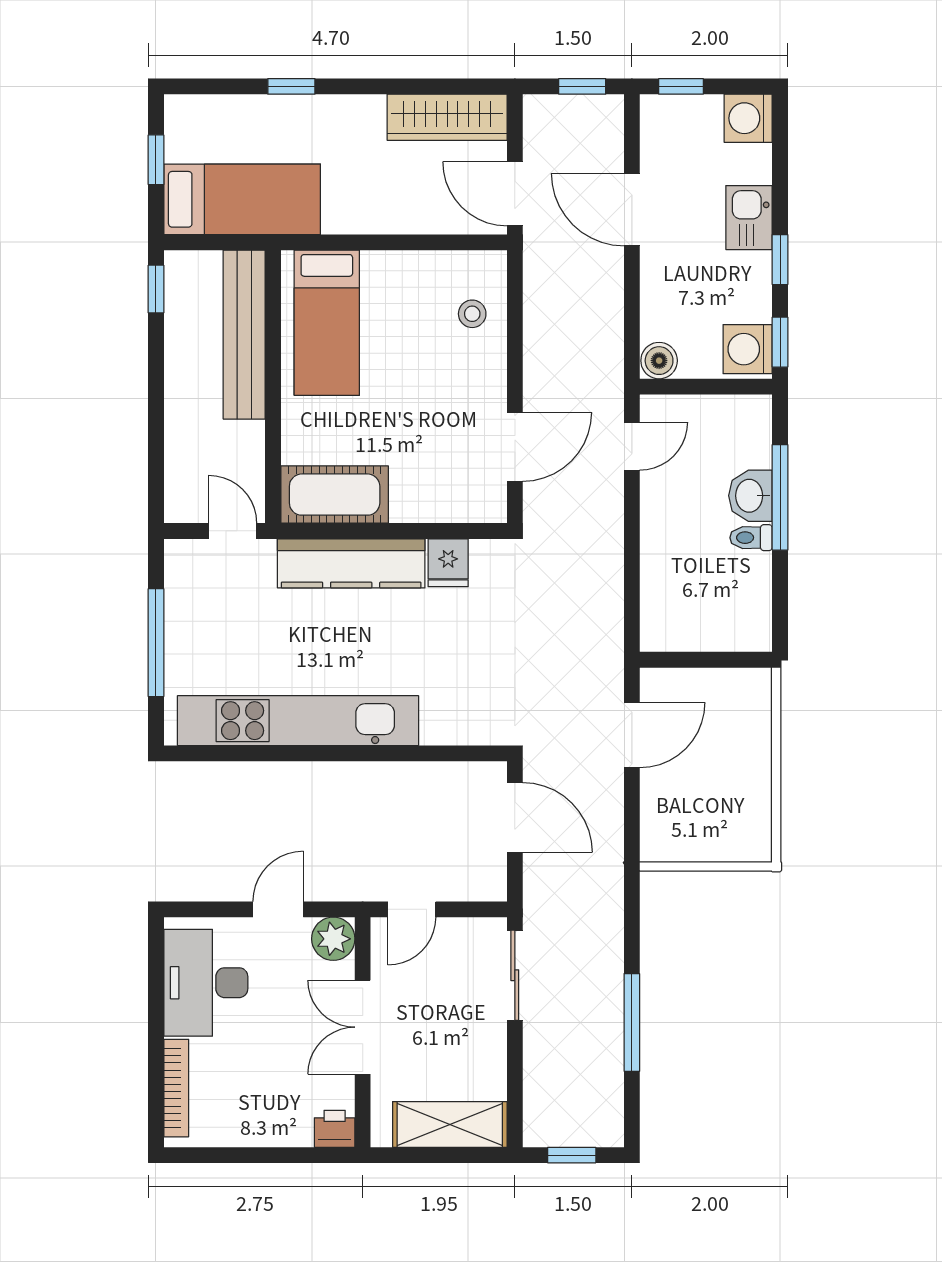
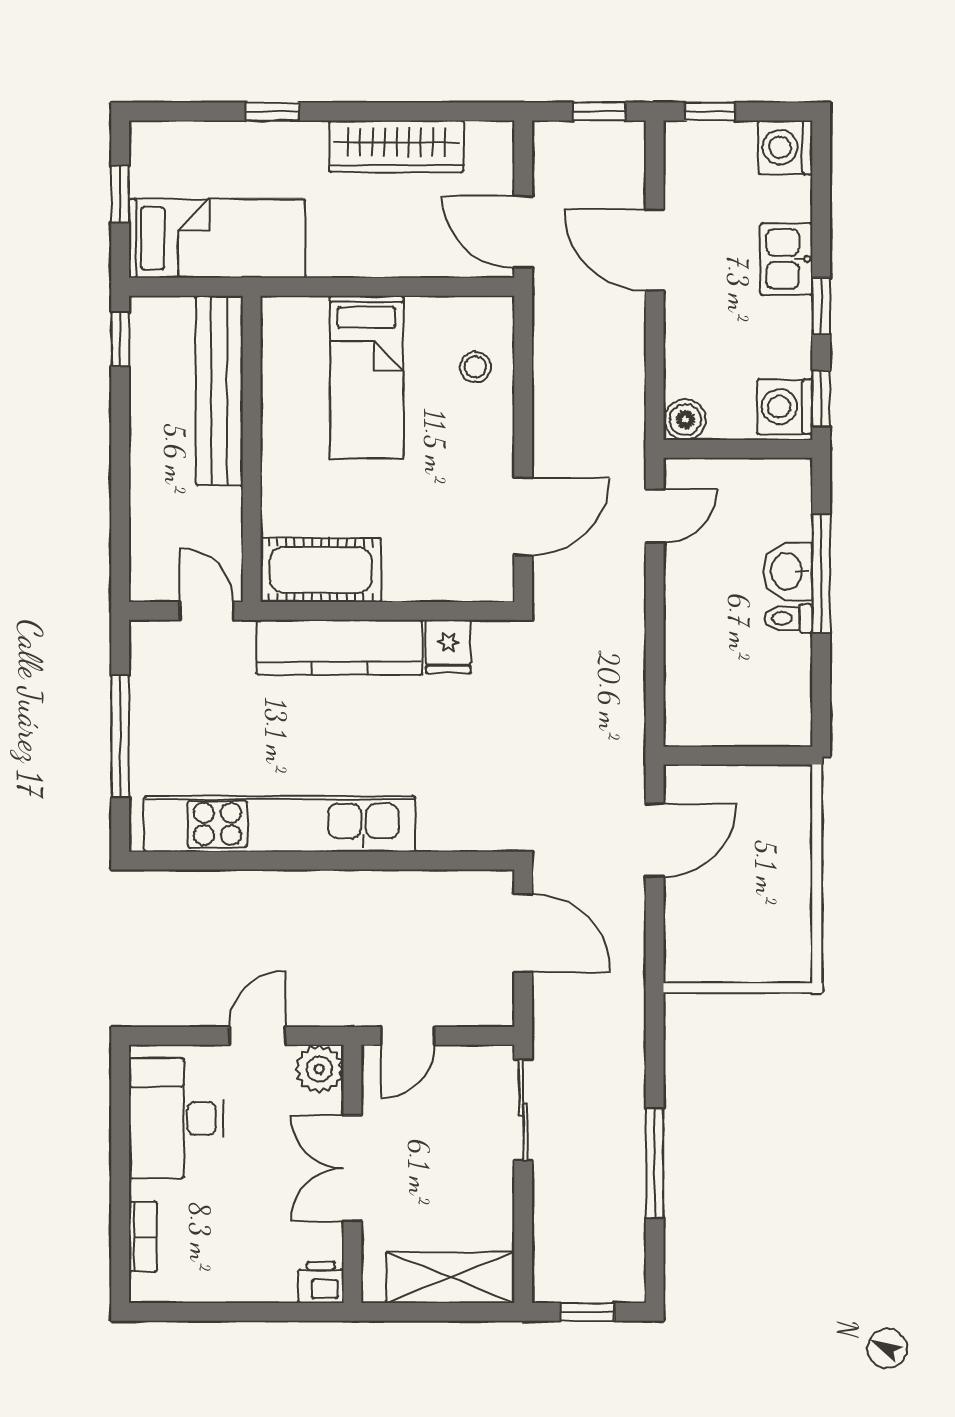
wardrobe: (447, 117) -> (396, 146), moved
bed: (327, 323) -> (366, 377), moved
bookcase: (176, 1088) -> (143, 1237), width x0.64

